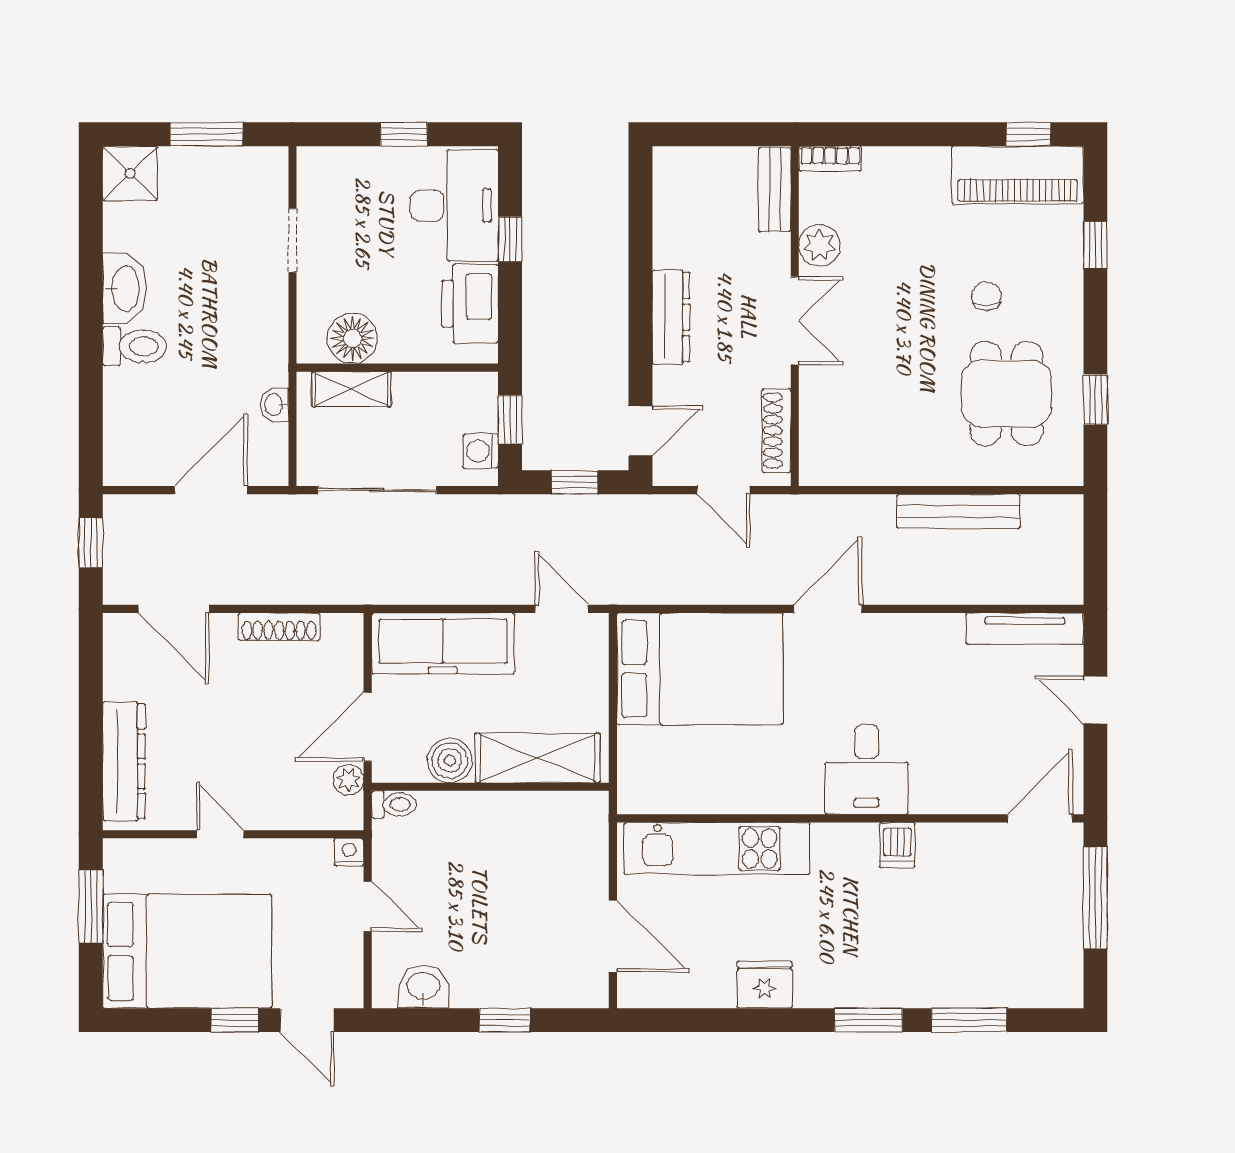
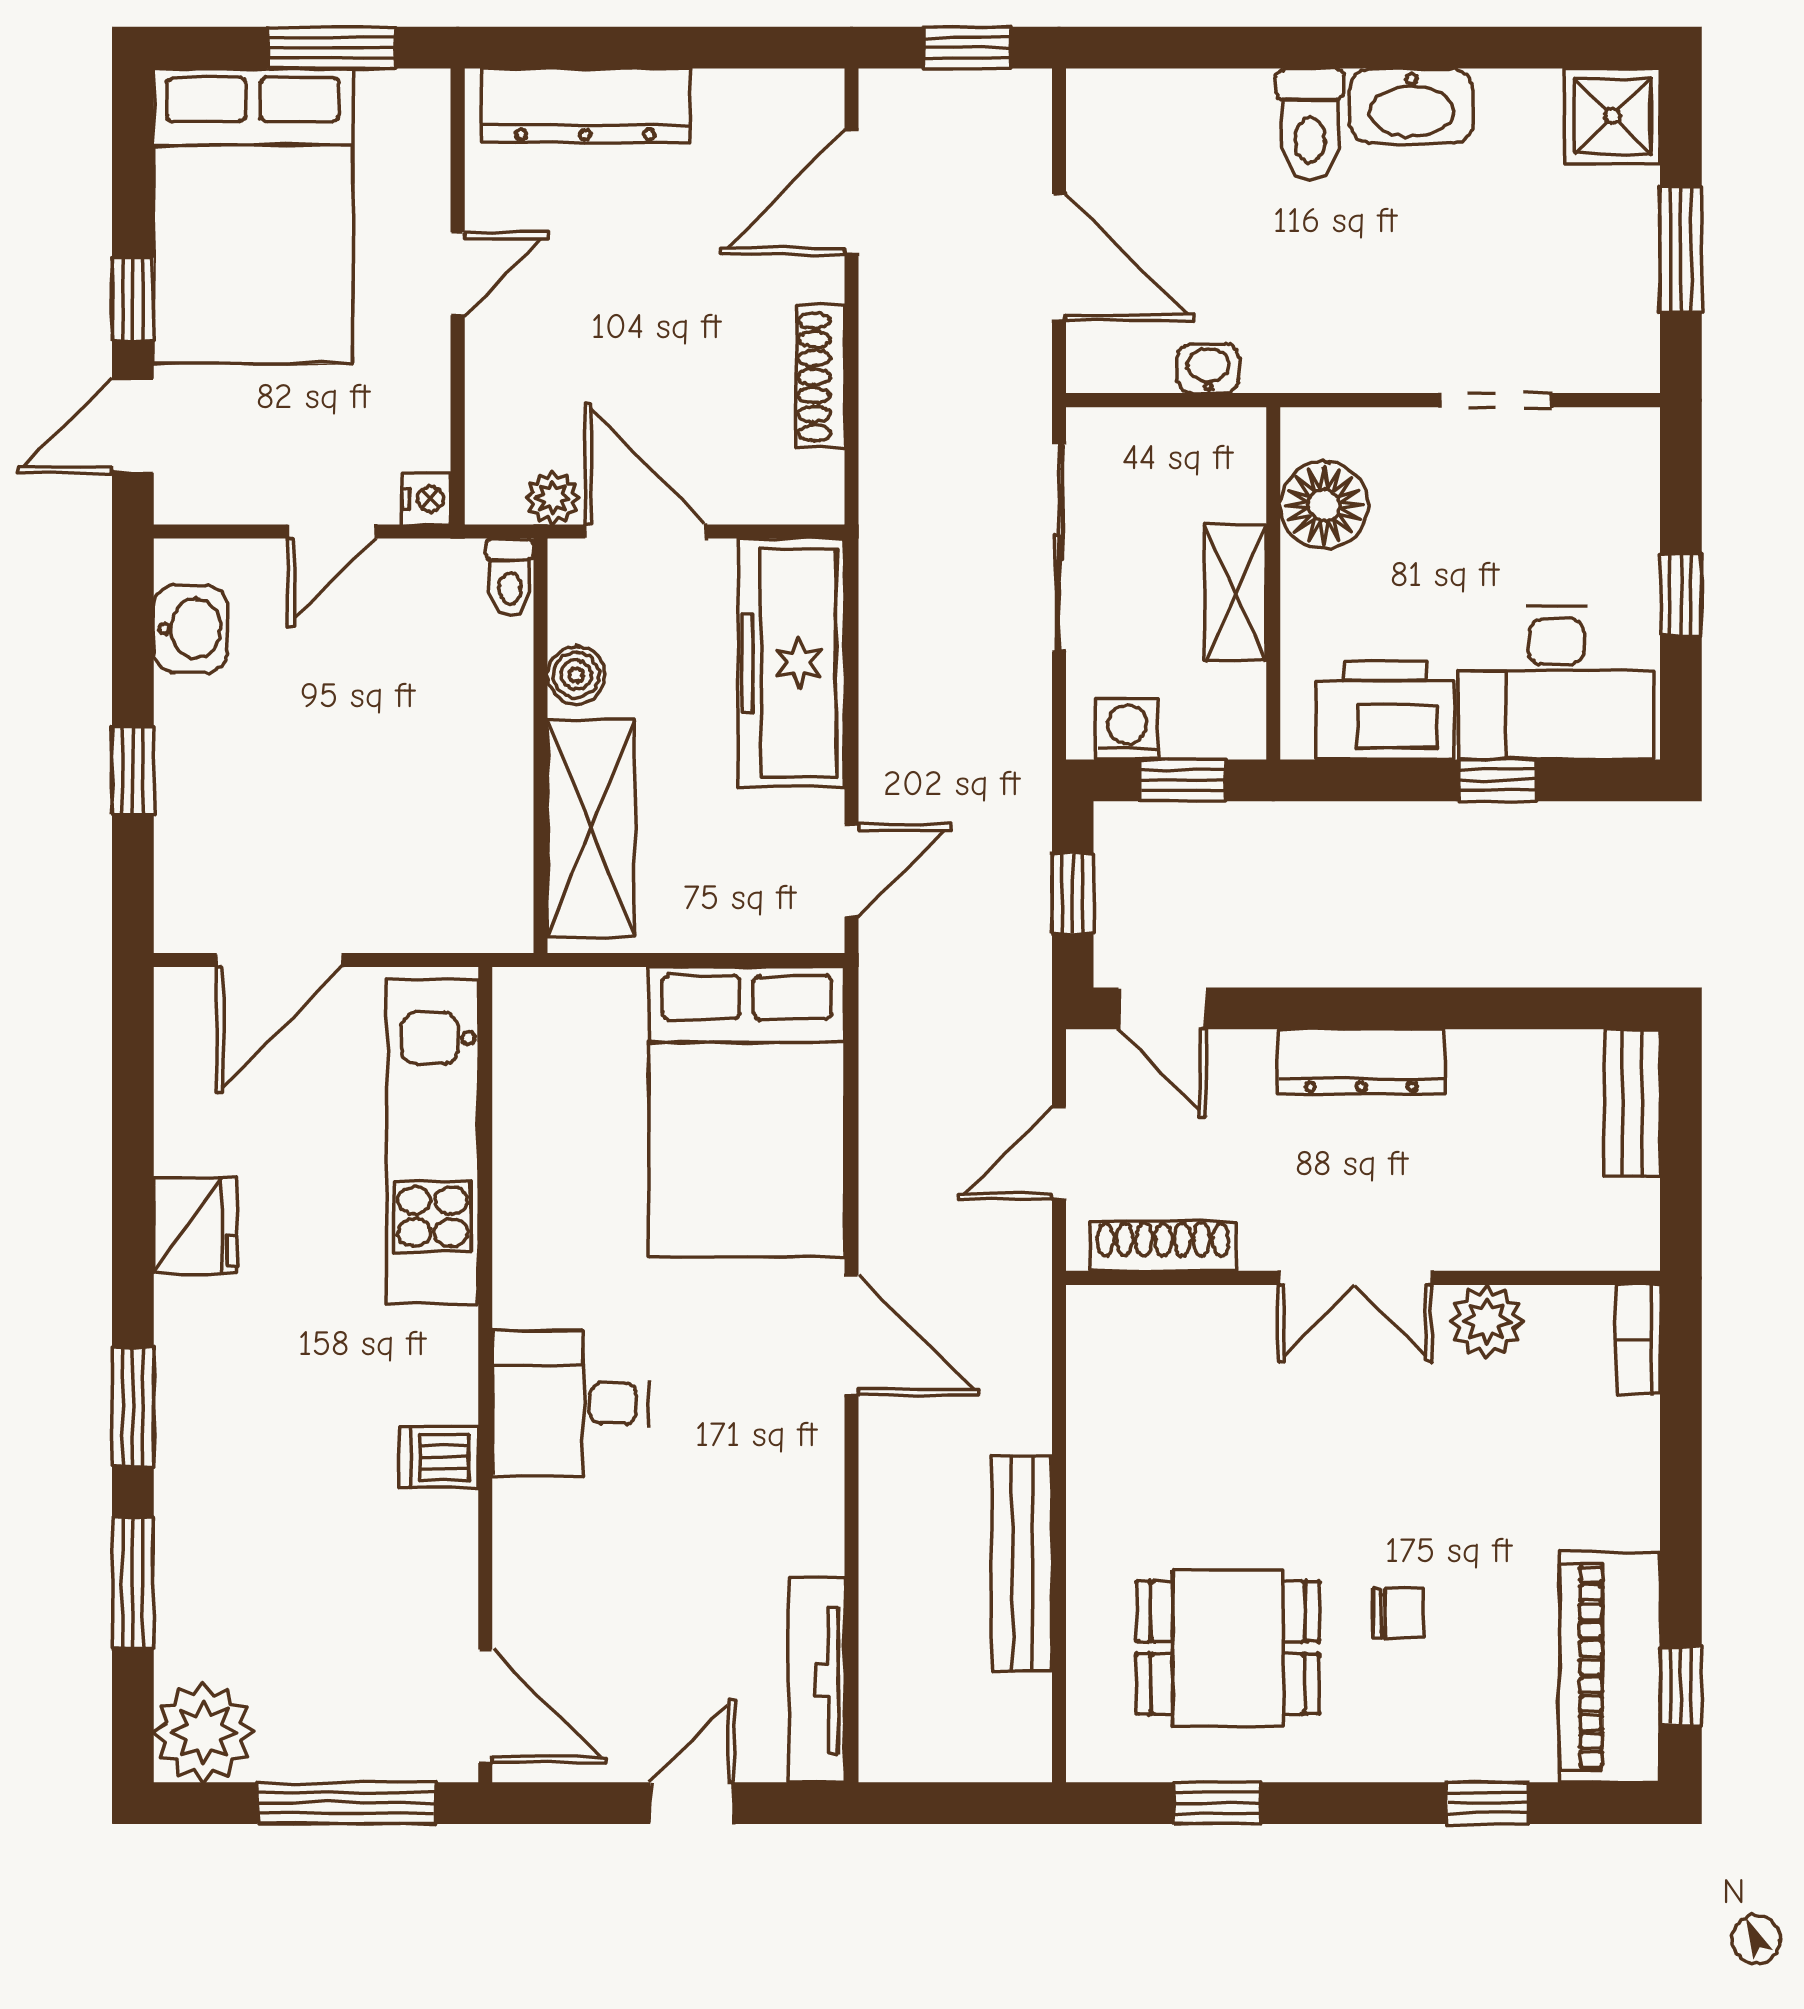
bench: (775, 190) -> (1632, 1103), moved, turned 90
shelving: (351, 389) -> (1235, 593), moved
boiler: (450, 760) -> (576, 675), width x0.73, depth x0.73
plant: (1055, 980) -> (204, 1732), added

